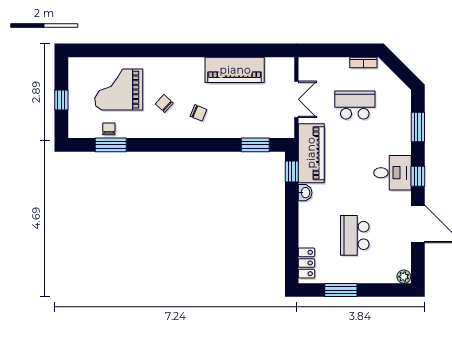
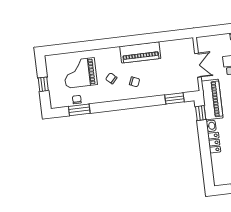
piano: (235, 70) -> (140, 52), moved
locker: (306, 263) -> (214, 143), moved

